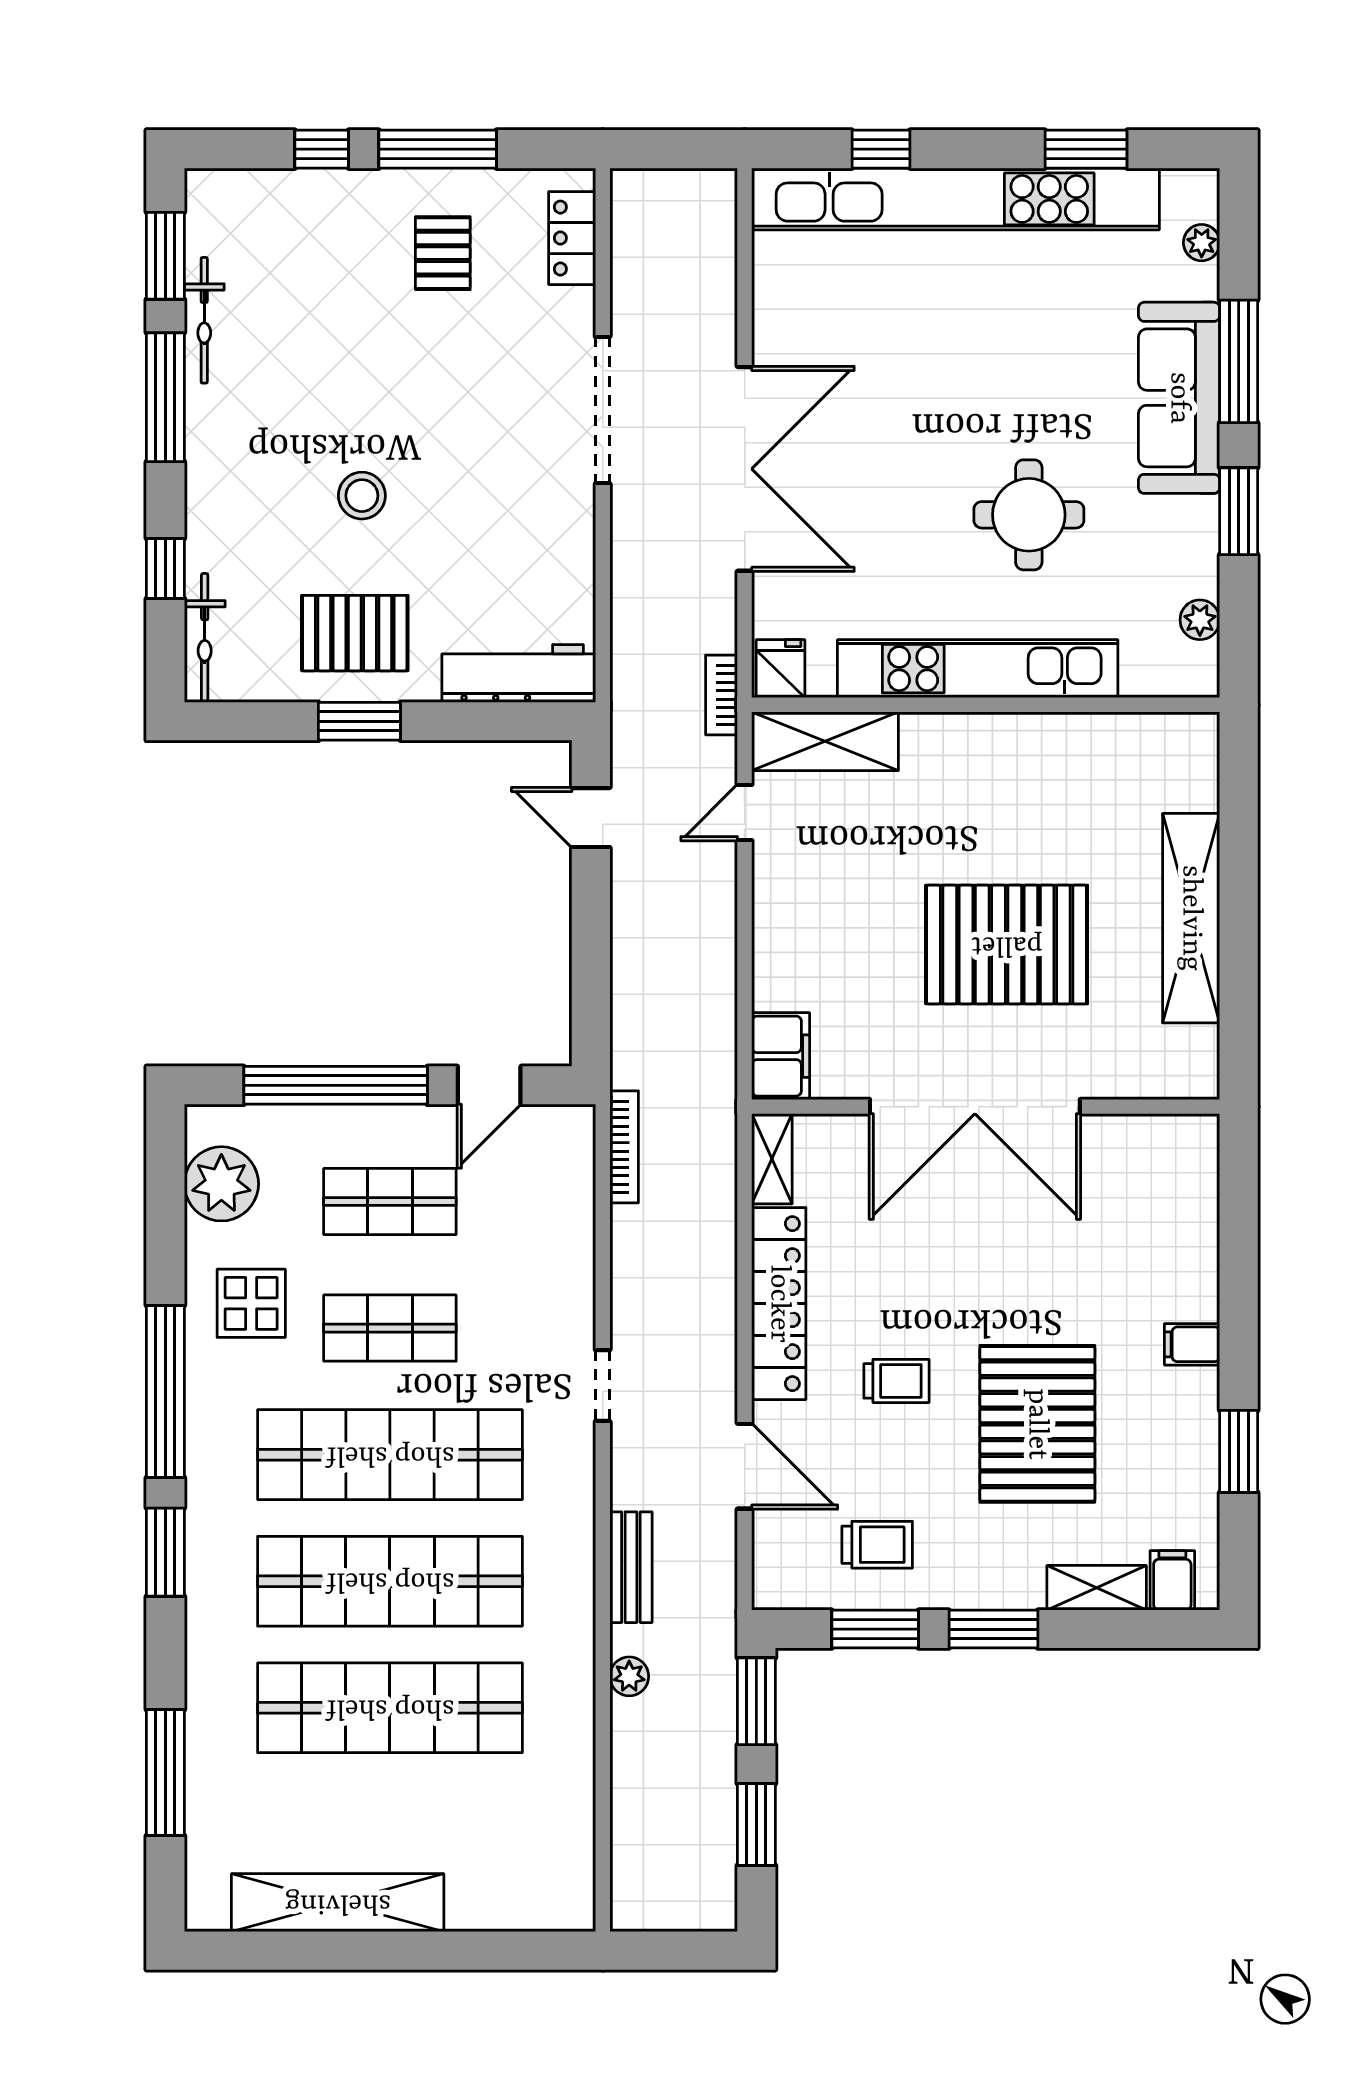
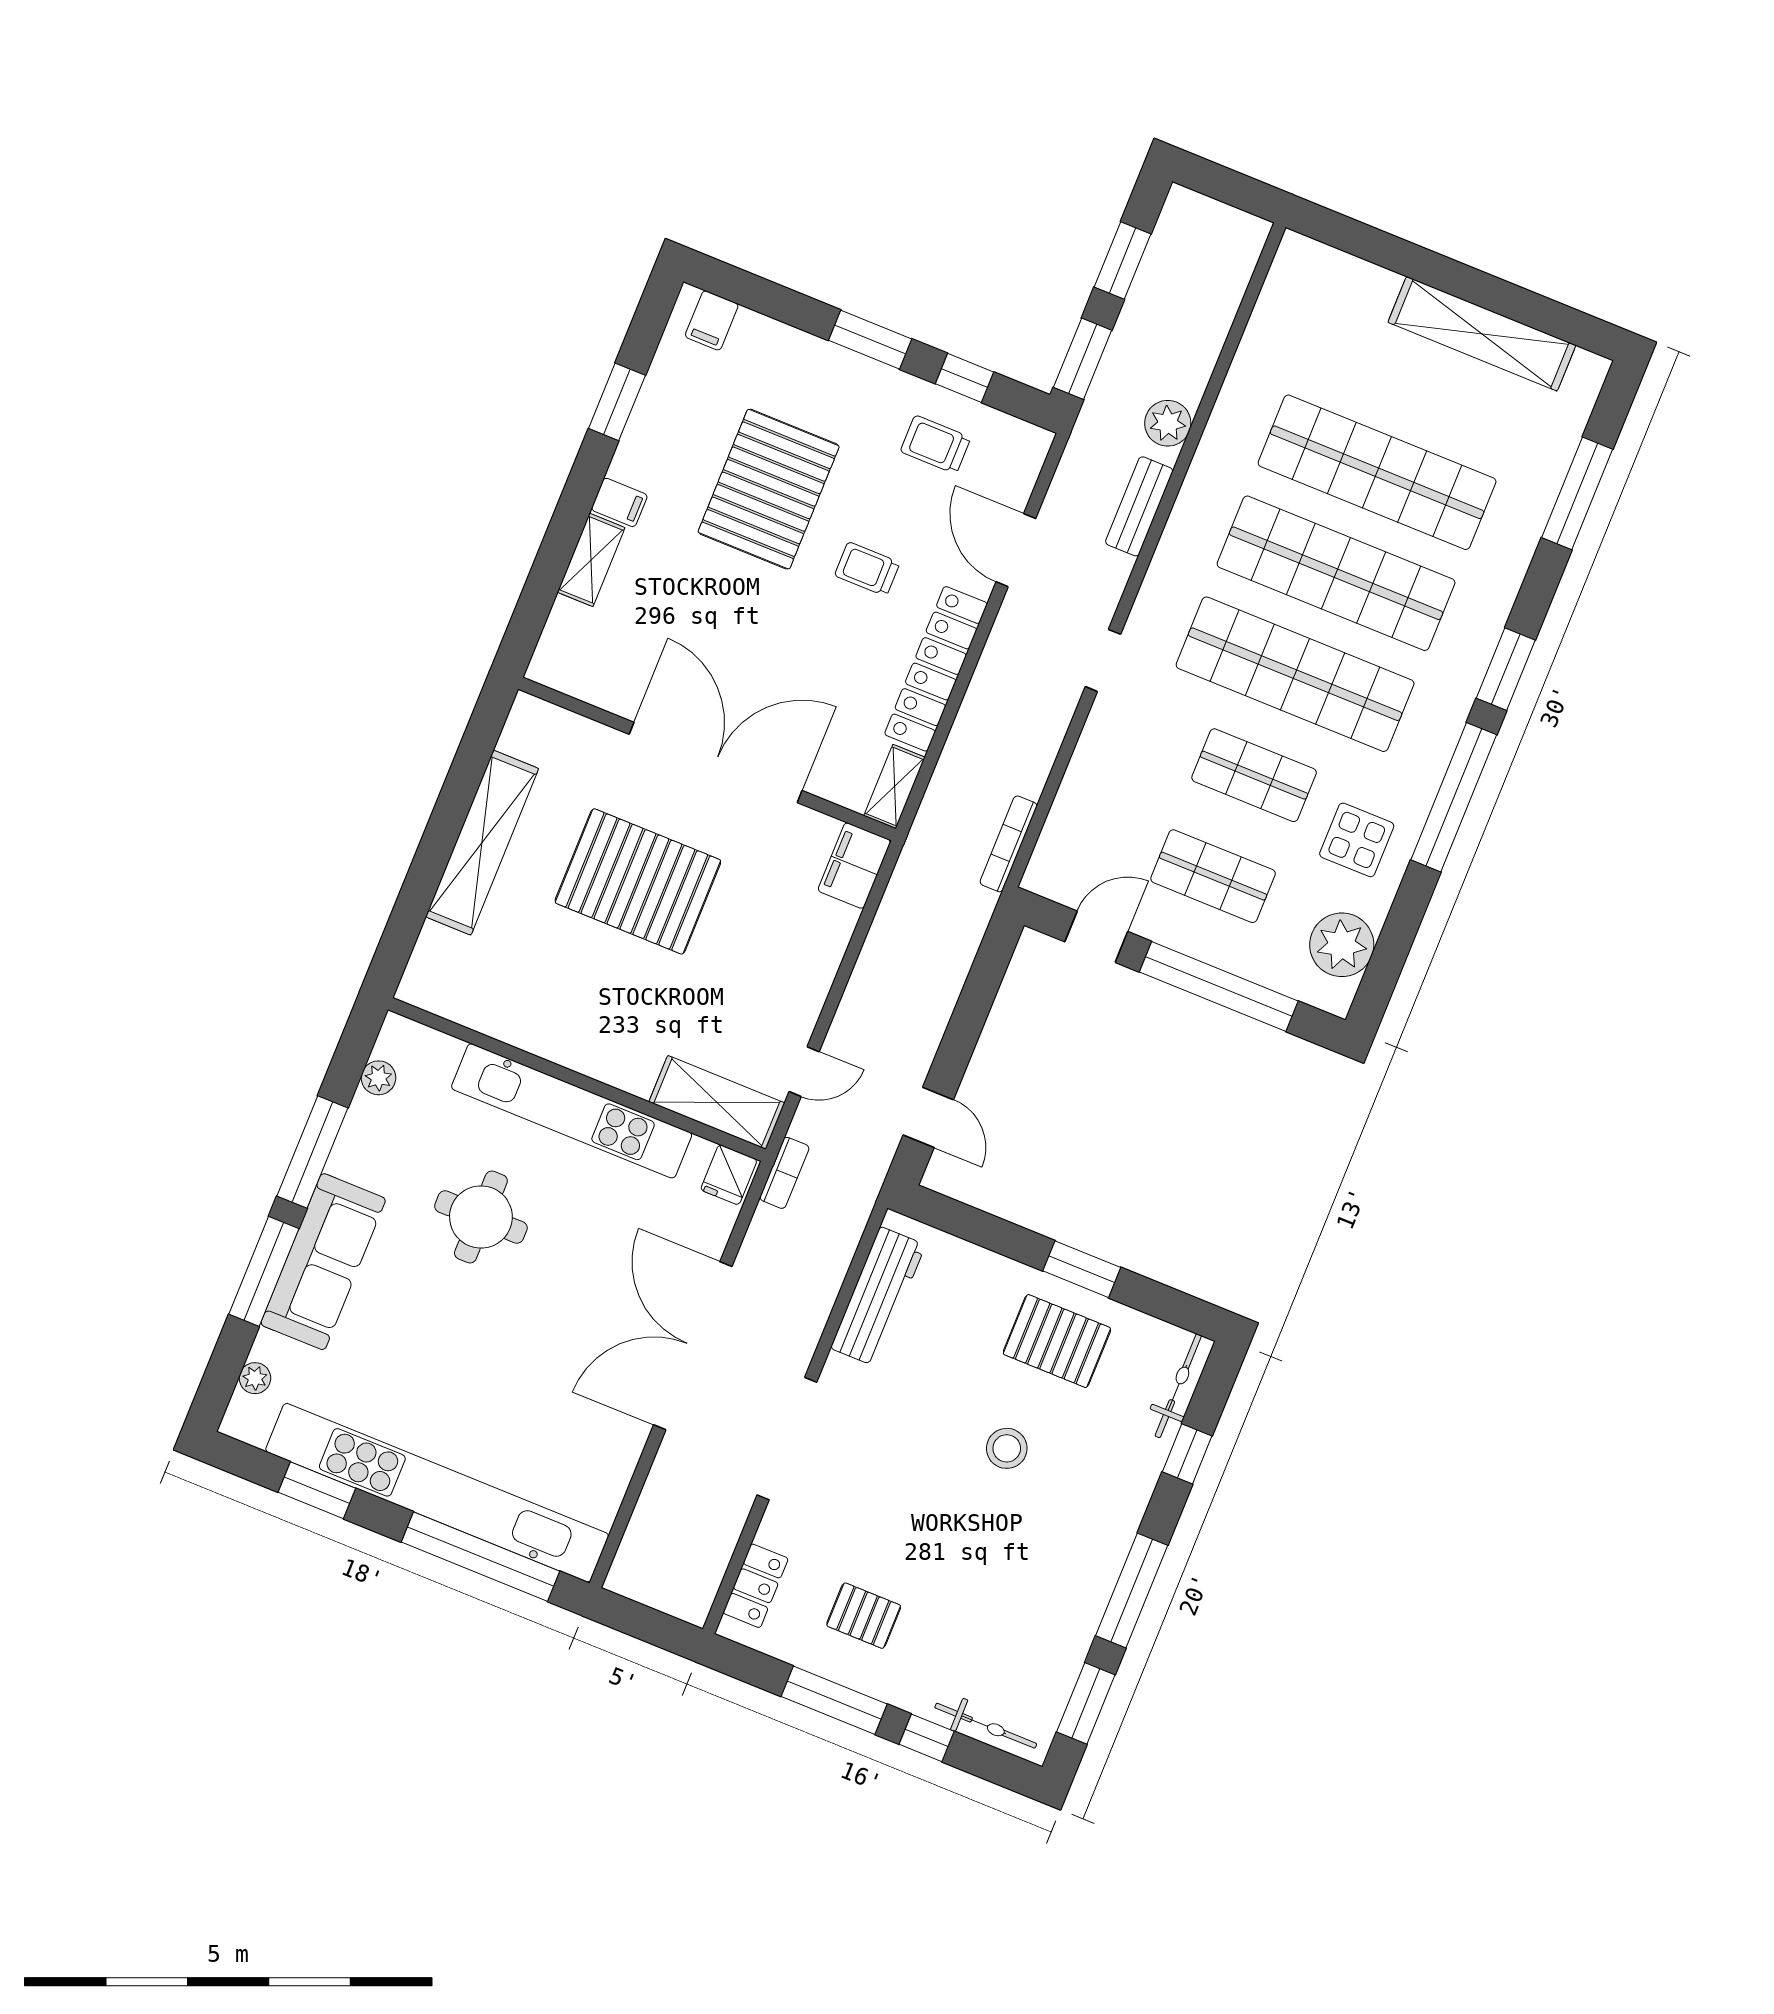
window: (881, 149) -> (480, 1557), width x3.17
pallet: (443, 253) -> (864, 1616), turned 90
bicycle: (204, 320) -> (986, 1726), moved, turned 90
window: (1239, 511) -> (312, 1152), width x1.44
workbench: (519, 673) -> (878, 1296), moved, turned -90
shelving: (1097, 1588) -> (591, 560), moved, turned 90
window: (875, 1629) -> (964, 378), width x0.67
plant: (629, 1676) -> (1168, 423), width x1.38, depth x1.38

